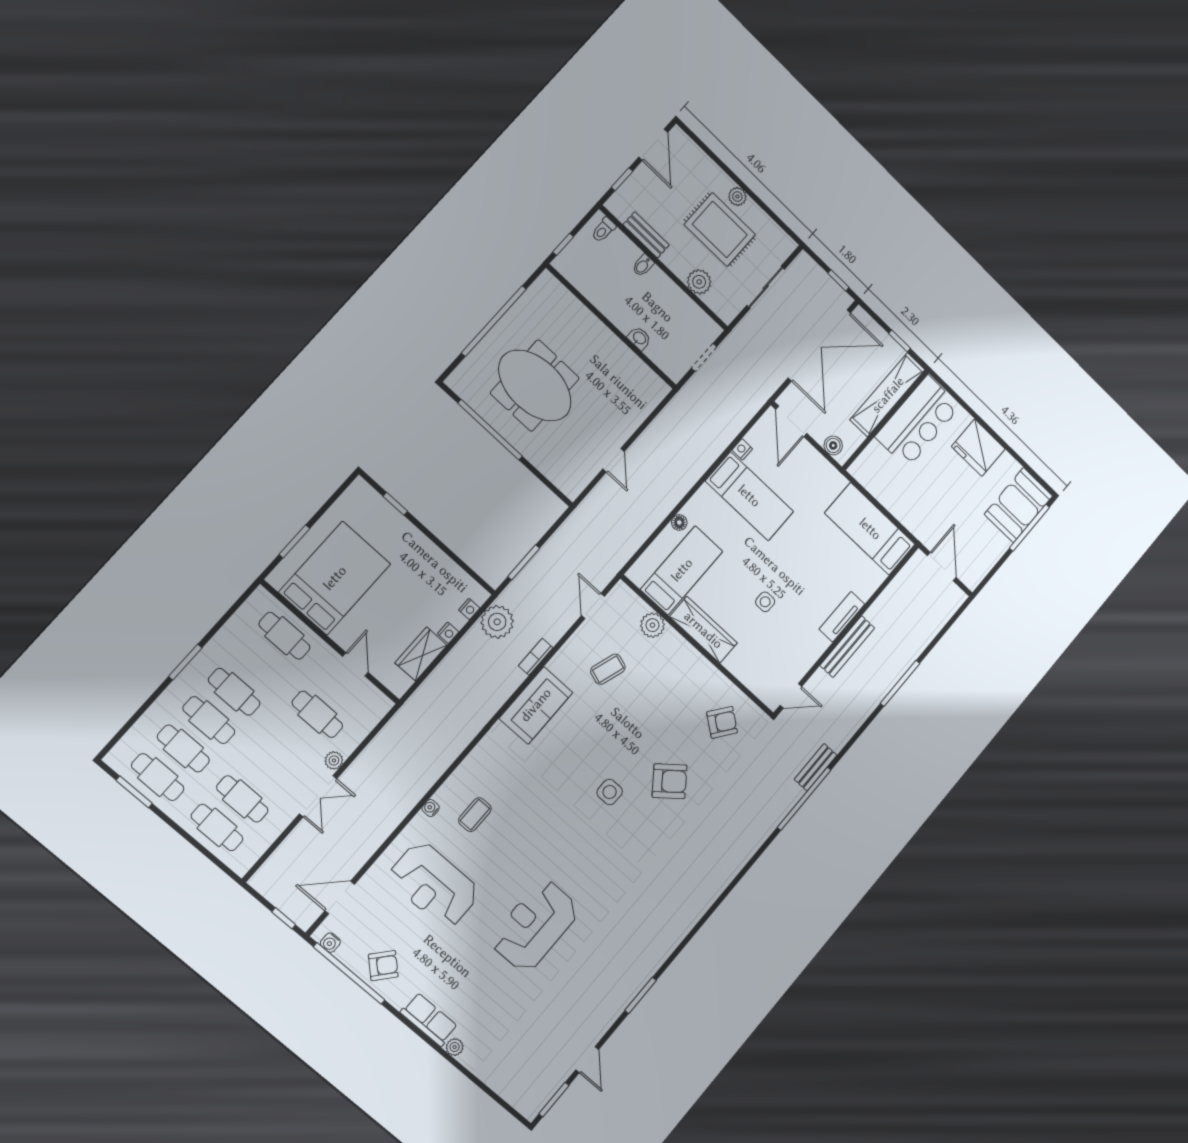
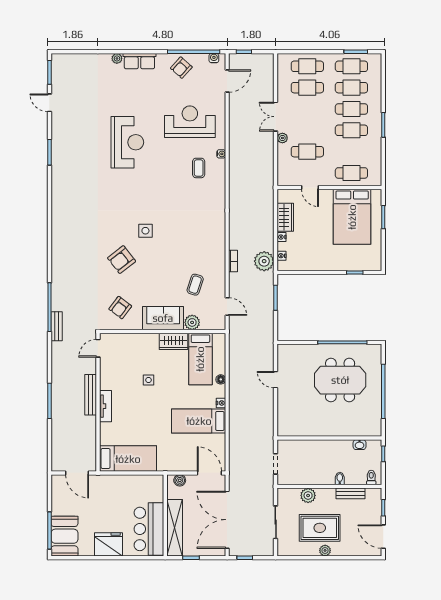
washbasin: (639, 338) -> (360, 445), moved
nightstand: (742, 449) -> (221, 403), moved
wardrobe: (703, 630) -> (174, 341), width x0.67
sofa: (536, 705) -> (163, 318), moved, turned 90

